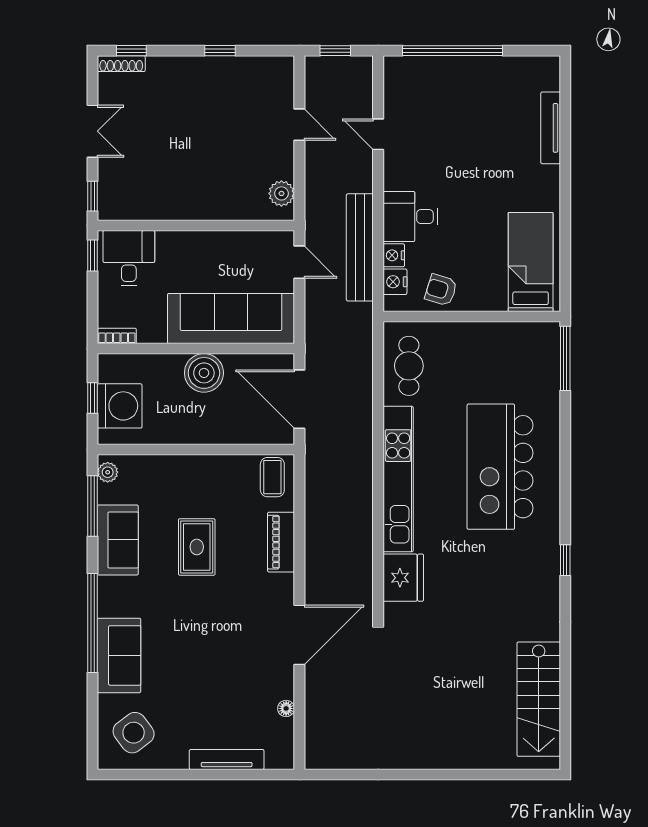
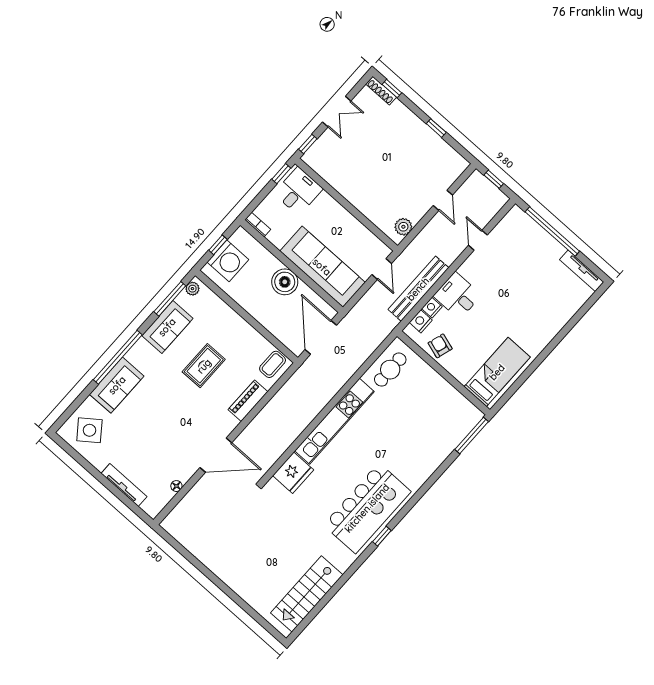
tv unit: (551, 128) -> (582, 271), moved, turned -90
kitchen island: (500, 467) -> (367, 508), moved, turned 180

